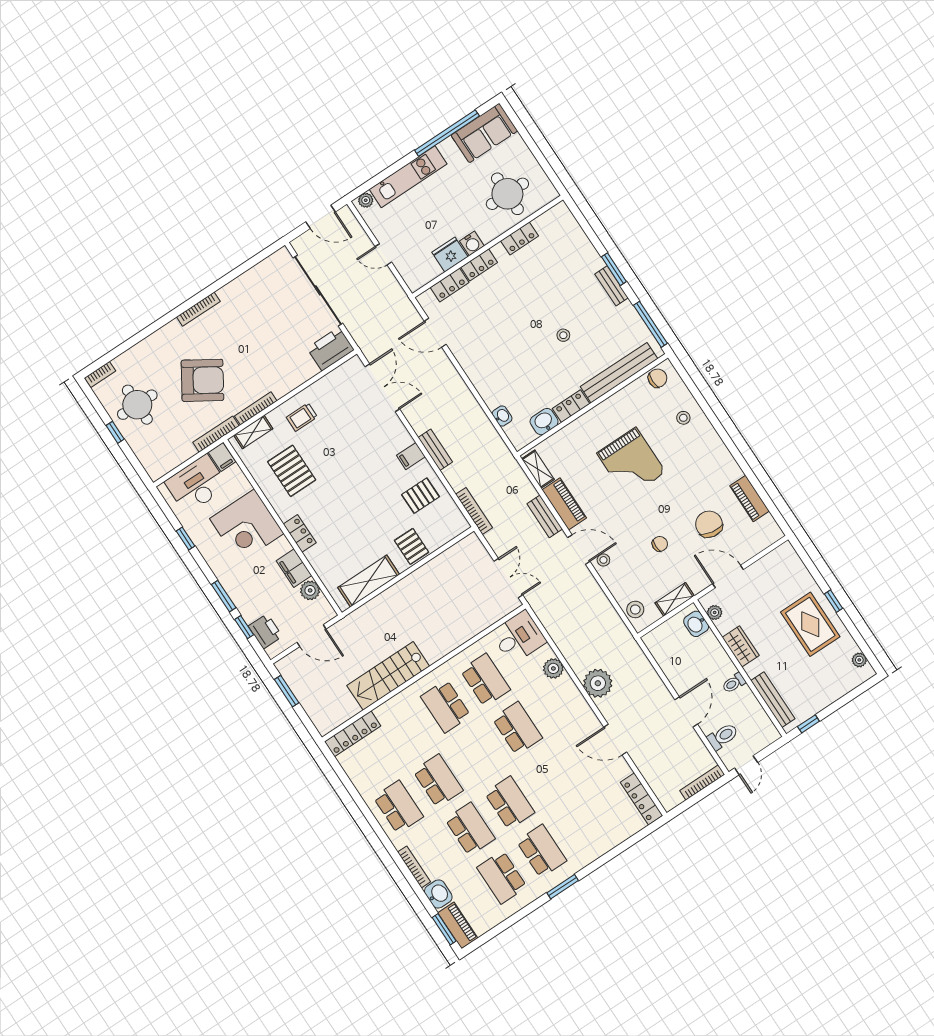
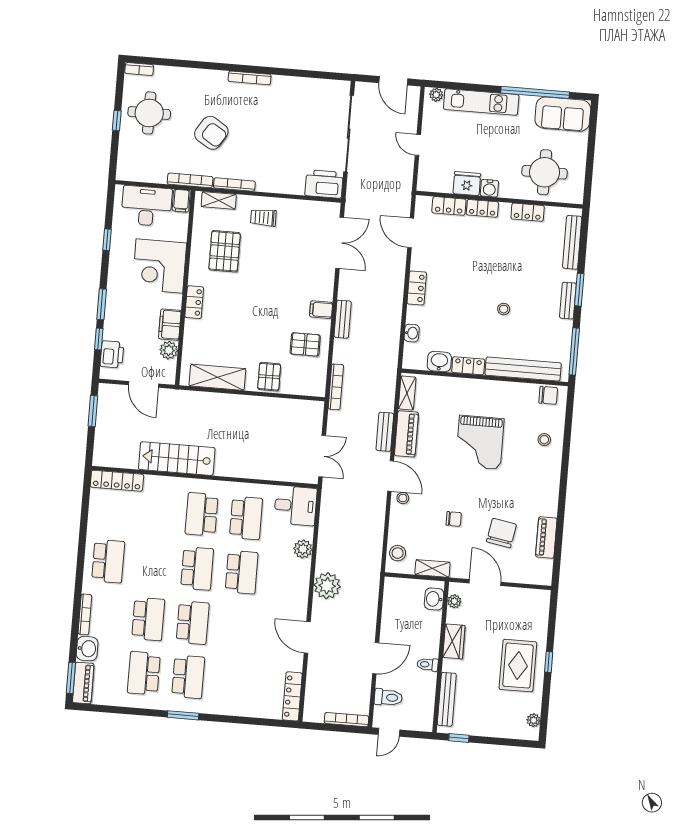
bench: (577, 234) -> (572, 242), added
locker: (477, 375) -> (417, 288), added
armchair: (202, 380) -> (211, 133), width x0.73, depth x0.73
school desk: (438, 781) -> (197, 568), moved

